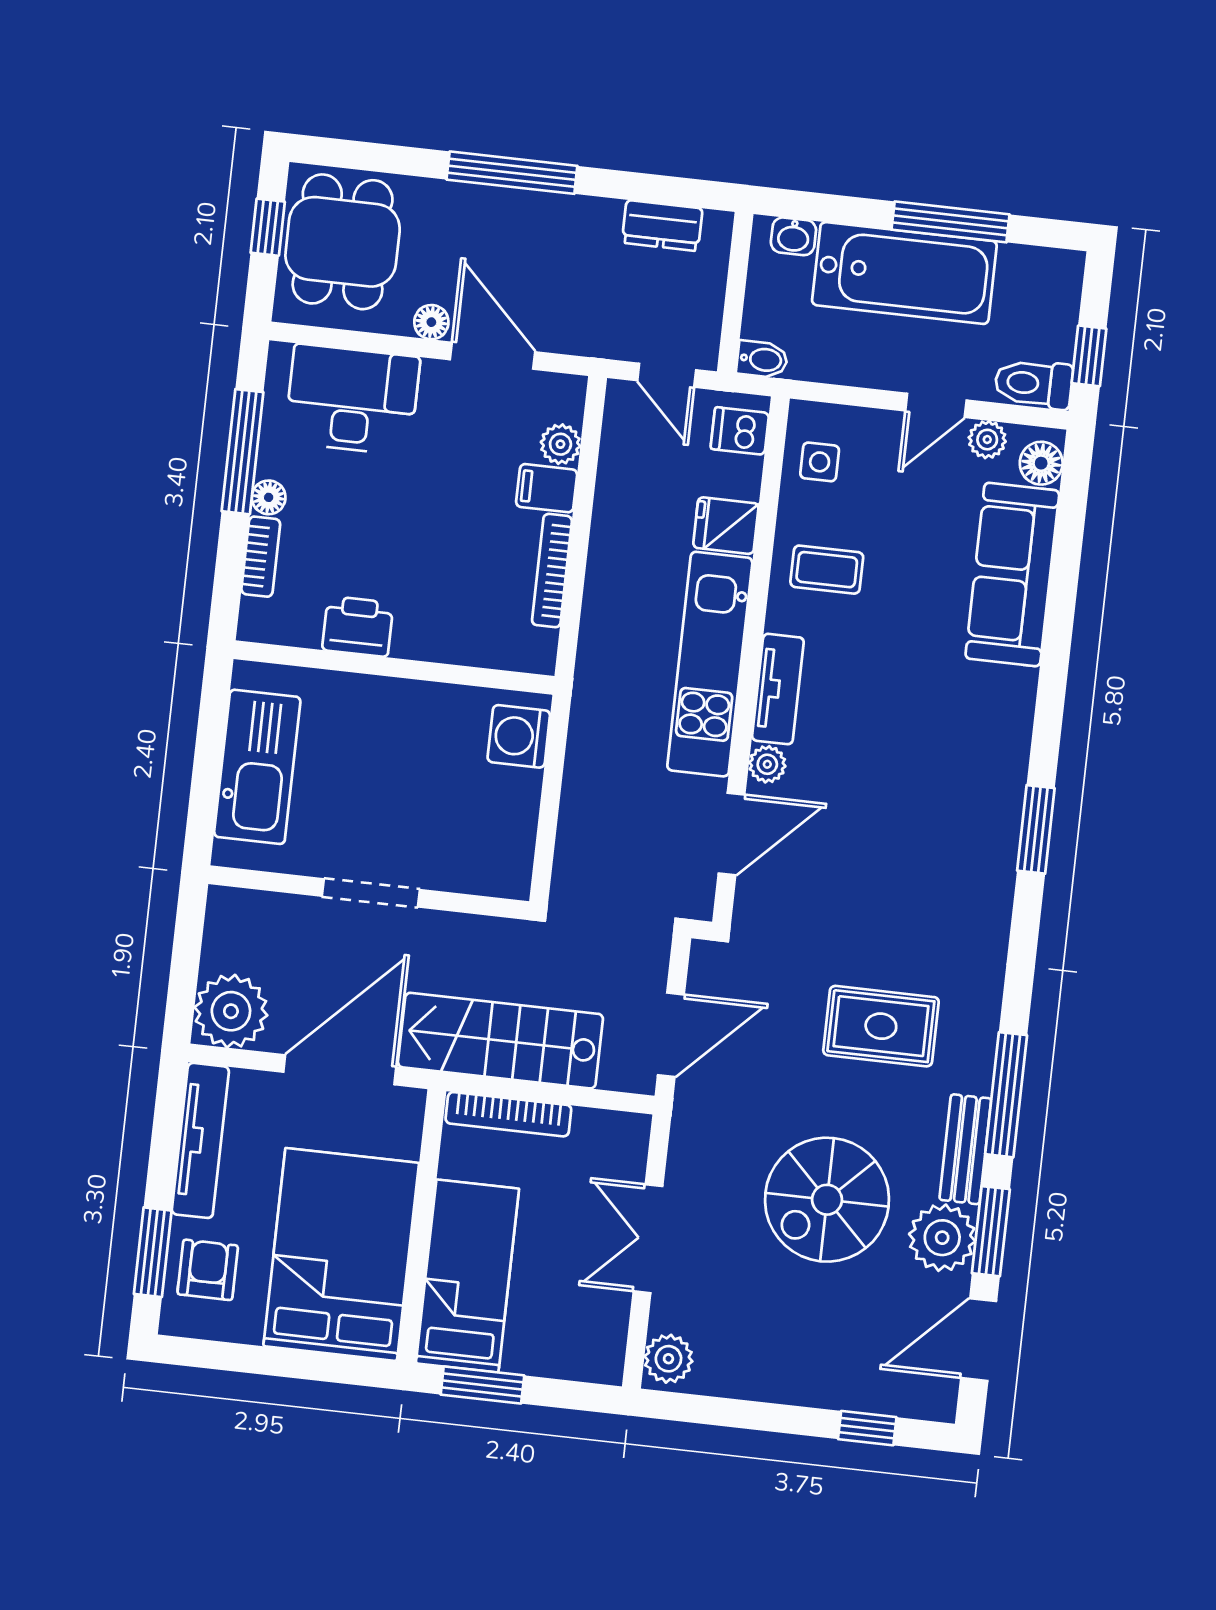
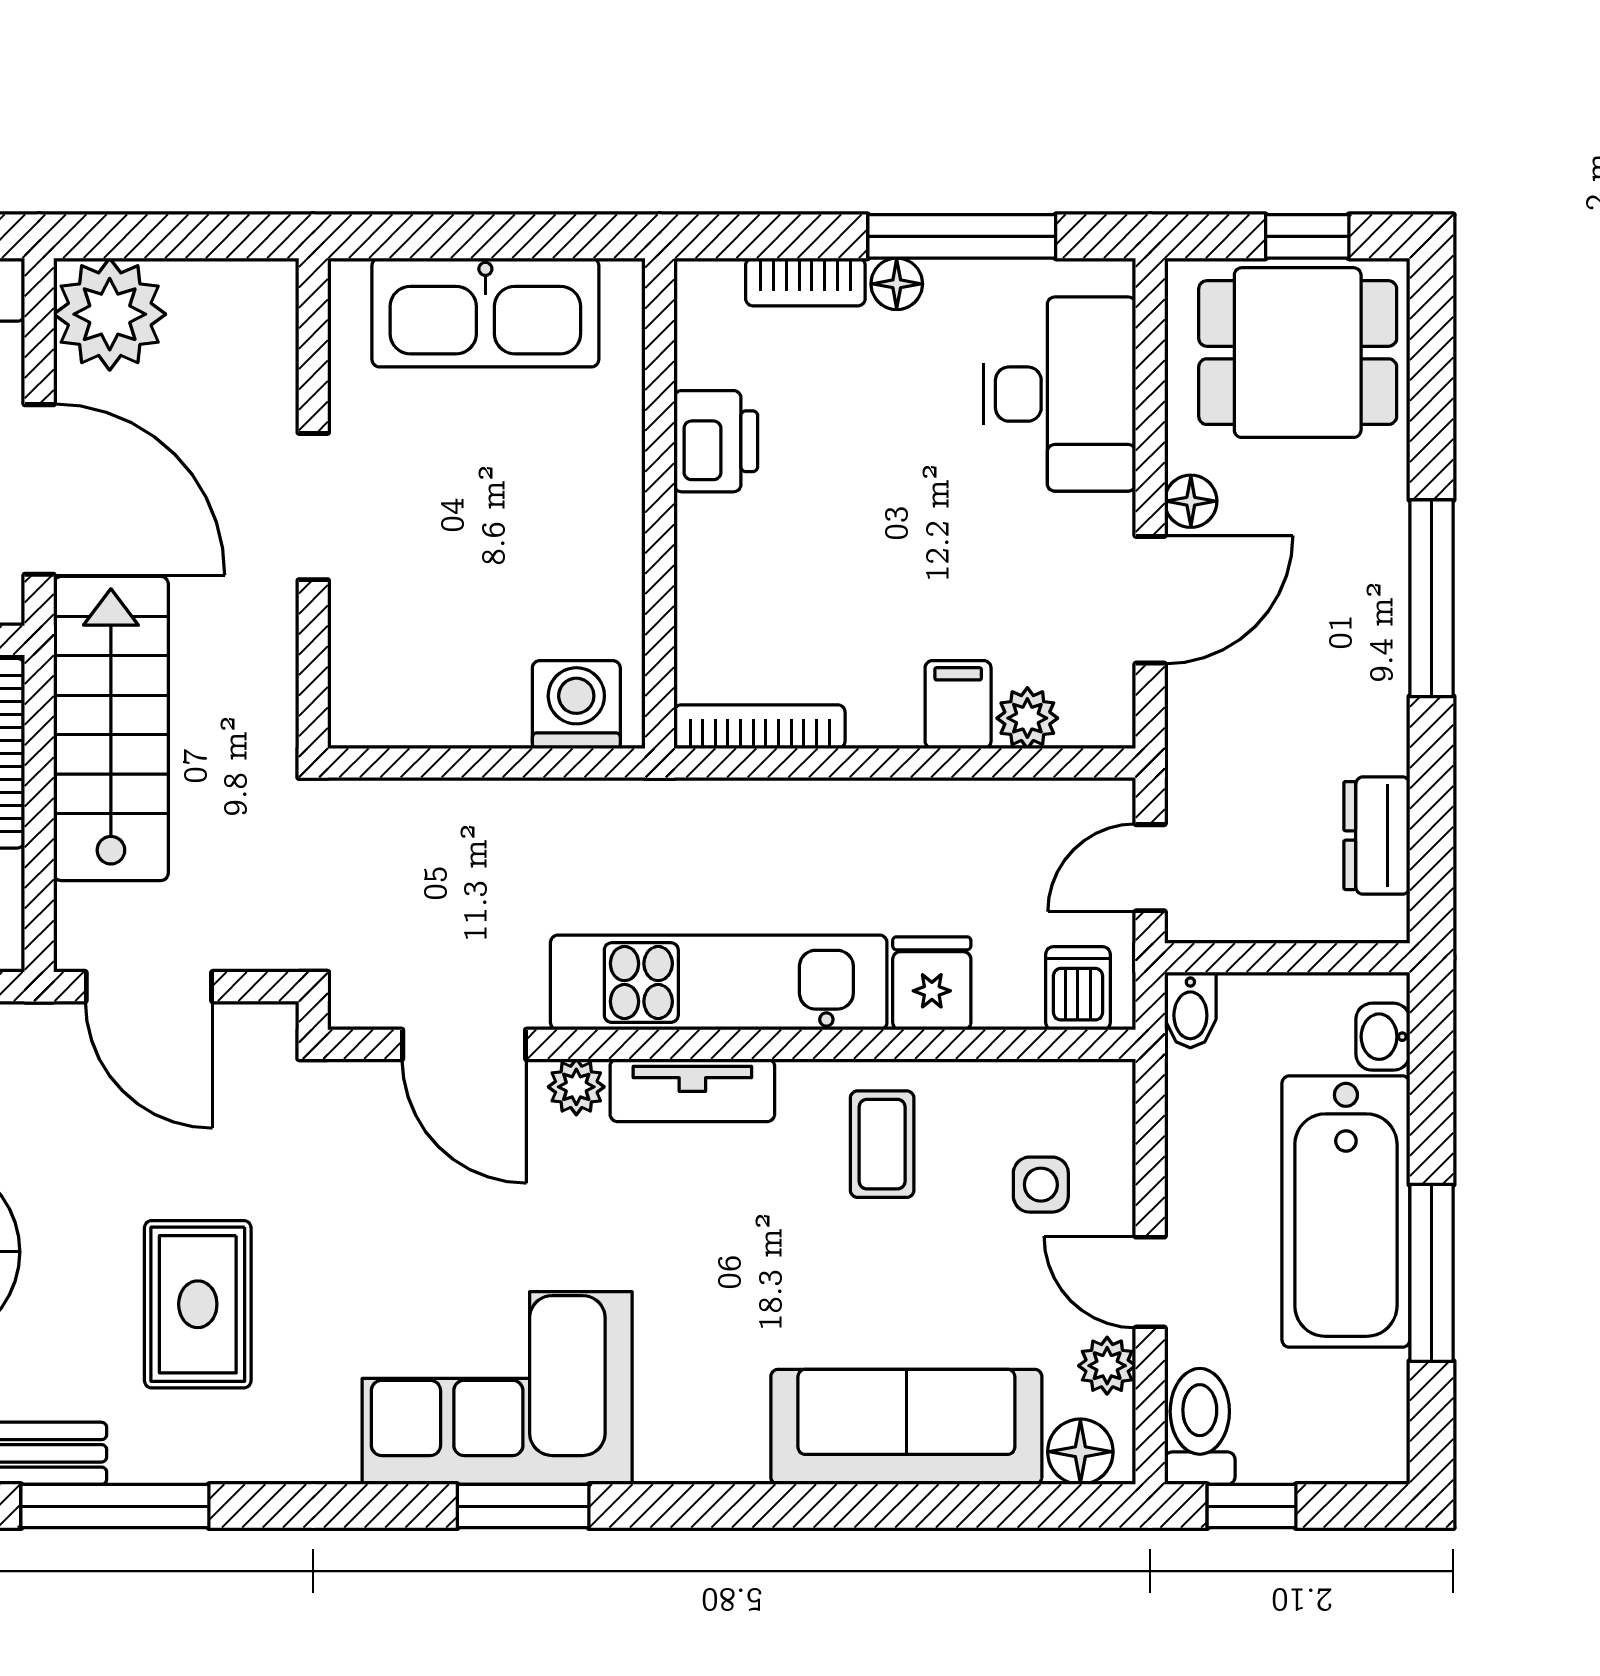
side table: (820, 462) -> (1041, 1185), moved
bookcase: (552, 571) -> (760, 727), moved
corner sofa: (957, 838) -> (497, 1388), added

